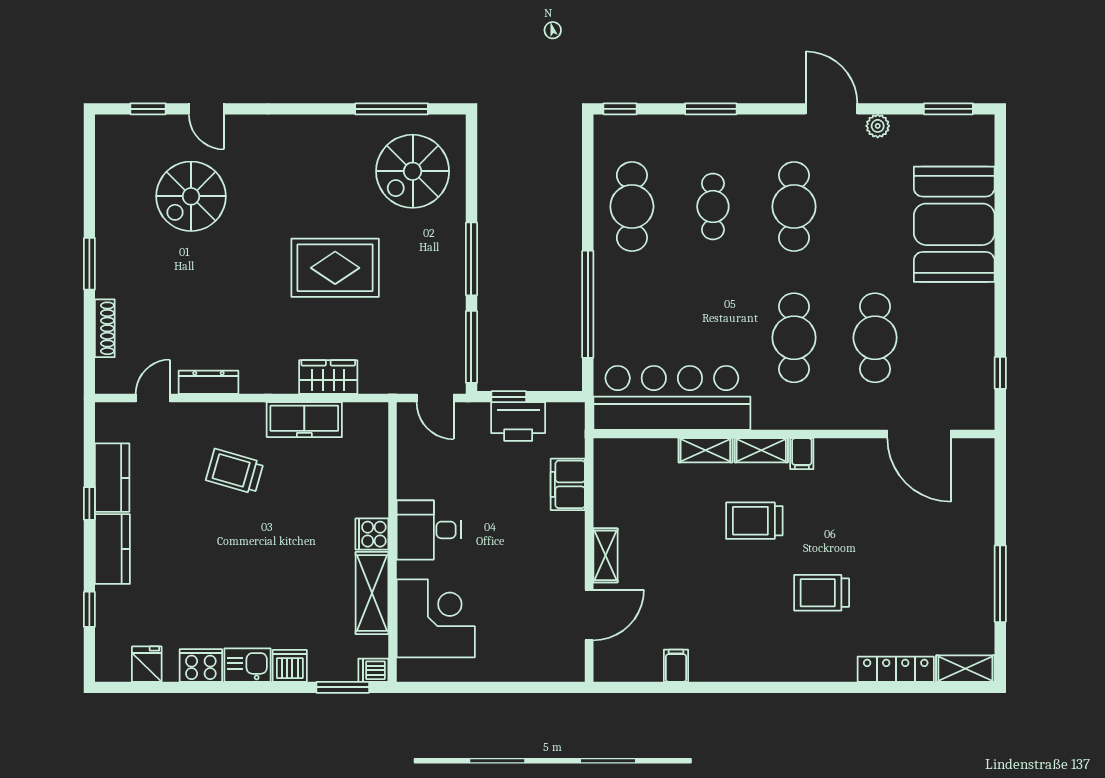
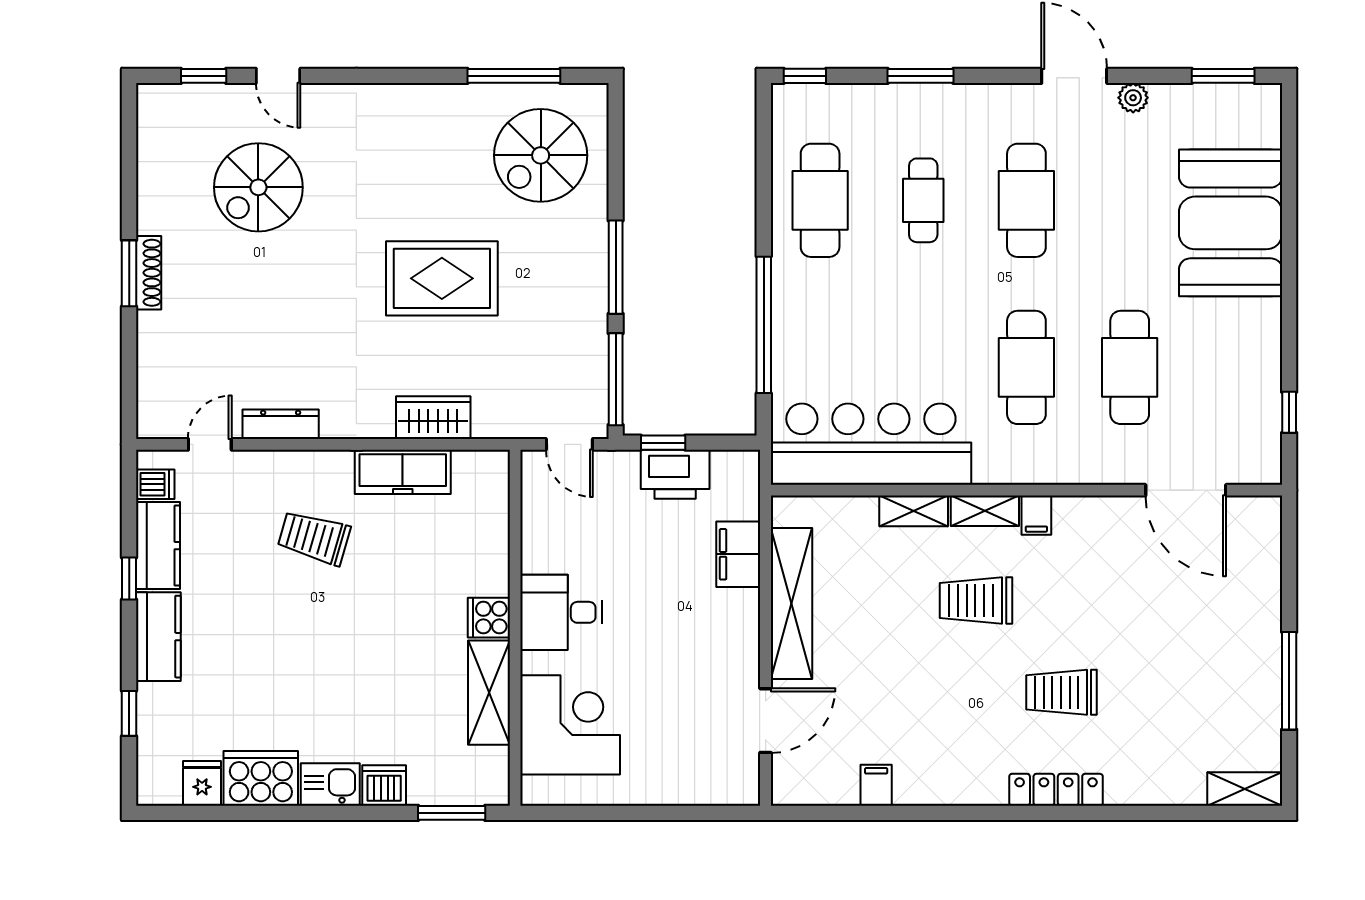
shoe rack: (105, 328) -> (149, 273), moved
shelving: (605, 555) -> (791, 604), width x2.20, depth x1.33
cooker: (201, 665) -> (261, 778), width x1.37, depth x1.31
locker: (896, 669) -> (1056, 790), moved
dishwasher: (373, 670) -> (155, 484), moved, turned 180

